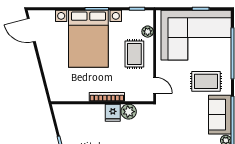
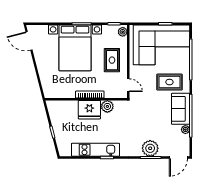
plant: (148, 32) -> (123, 32), moved
fridge: (113, 113) -> (89, 110), width x1.88, depth x1.34

